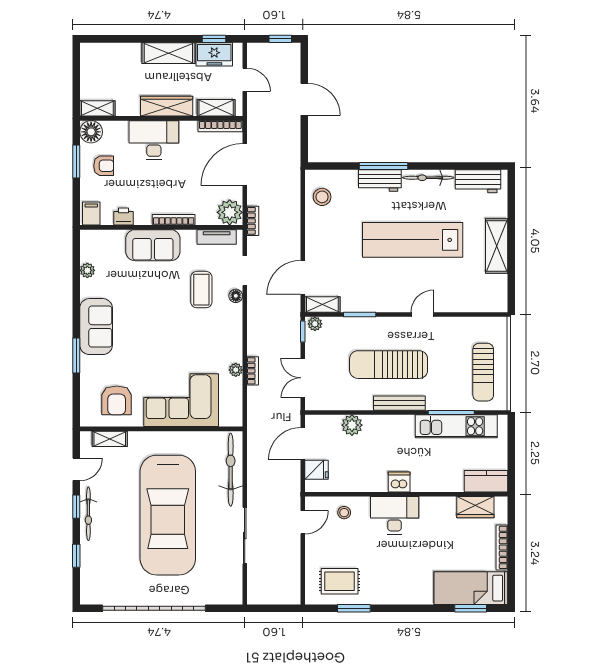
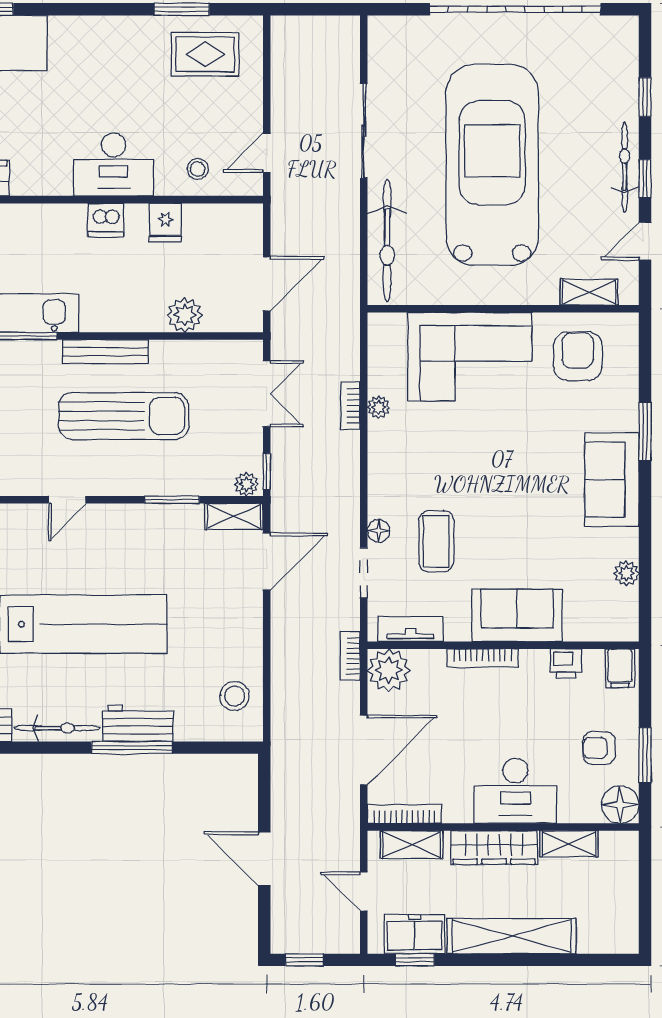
shelving: (168, 53) -> (512, 936), width x1.47
shelving: (97, 108) -> (569, 844), moved
fridge: (317, 470) -> (165, 223), moved, turned -90

